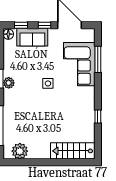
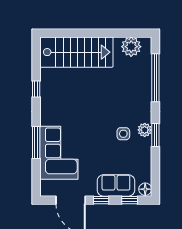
window: (98, 59) -> (36, 142), moved
side table: (48, 83) -> (123, 134), moved
stairs: (73, 151) -> (76, 52), width x1.36, depth x1.51

